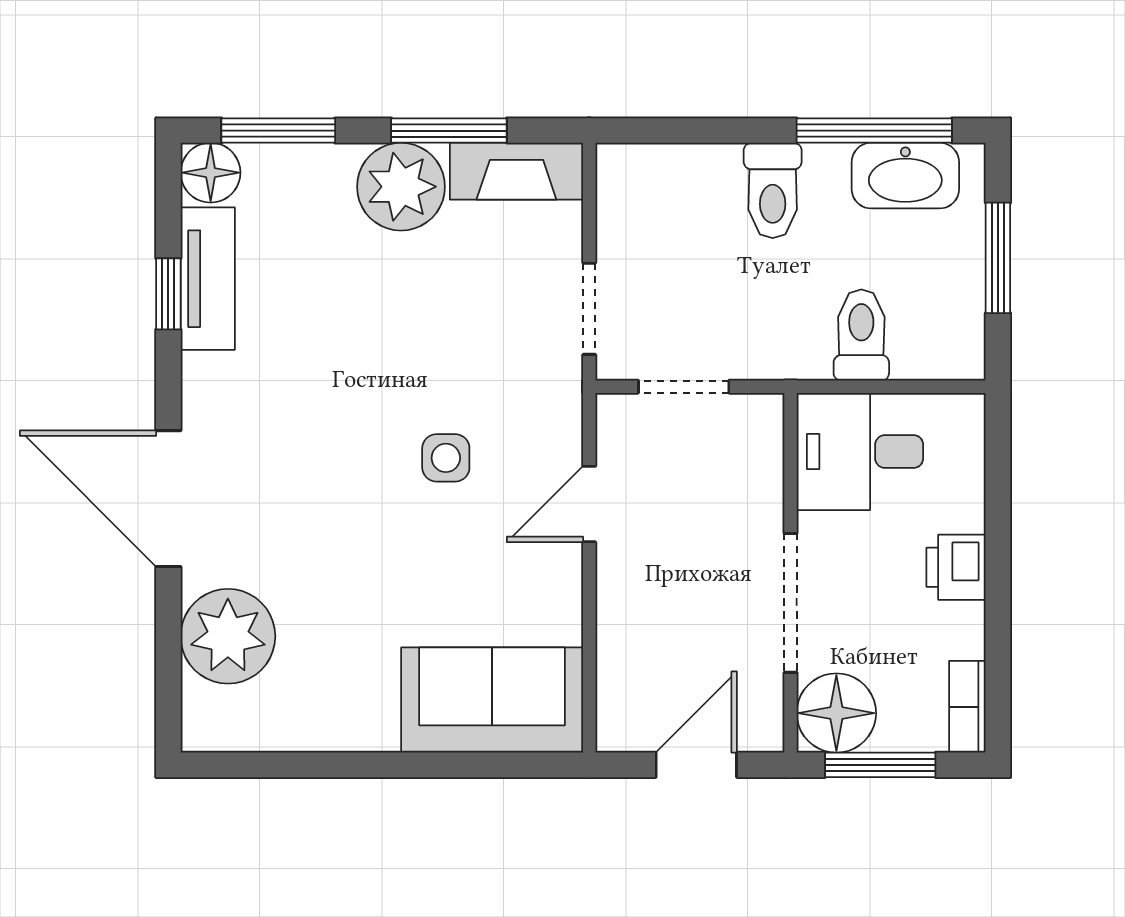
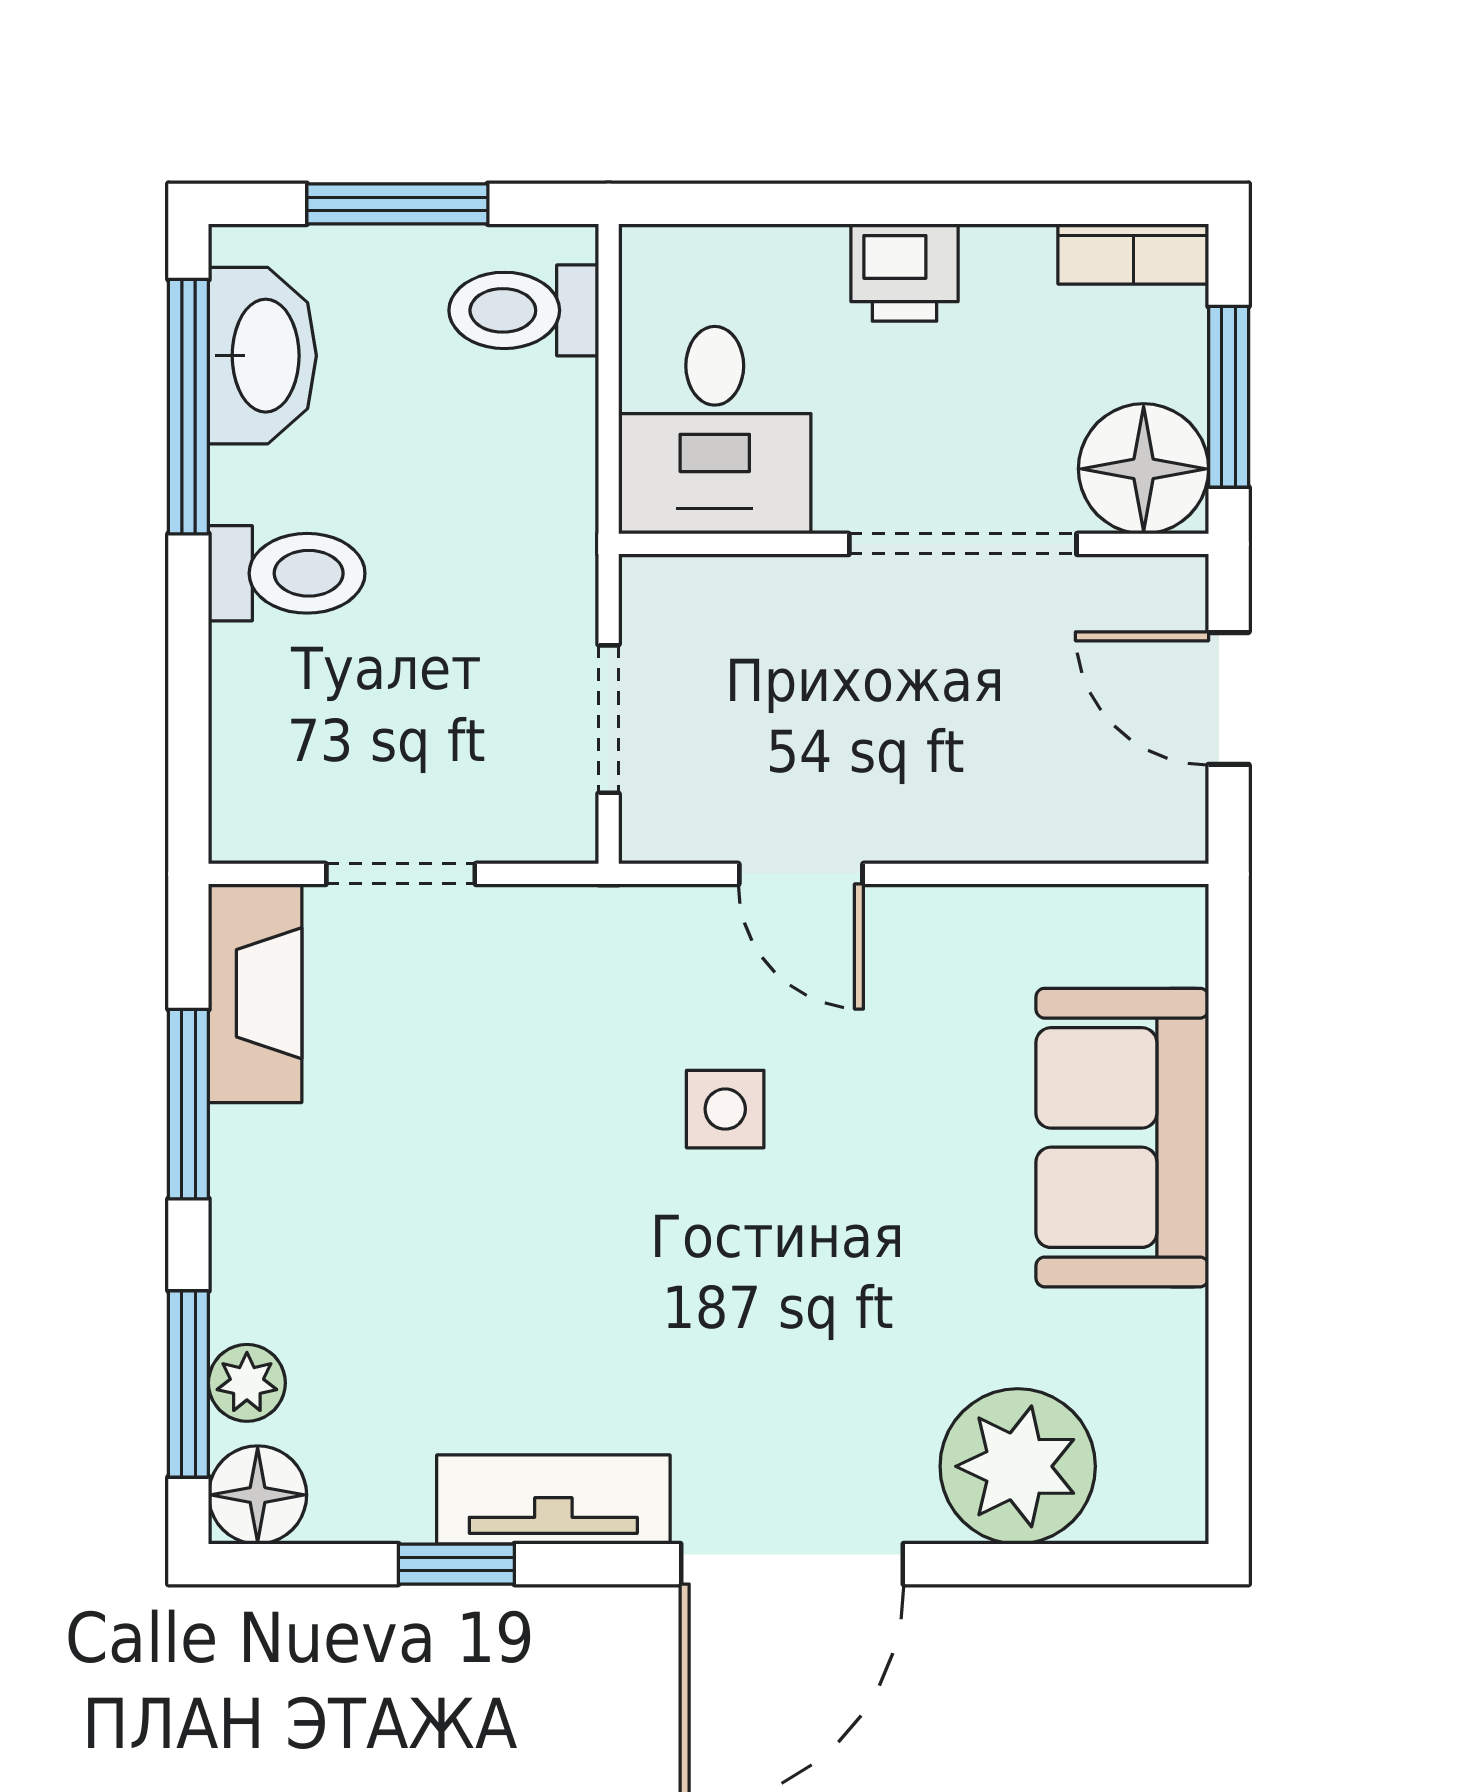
plant: (401, 187) -> (247, 1383), moved, width x0.53, depth x0.53
tv unit: (208, 279) -> (553, 1499), moved
doorway: (589, 309) -> (401, 874), moved
toilet: (861, 335) -> (524, 310), moved
sofa: (492, 700) -> (1122, 1138), moved

